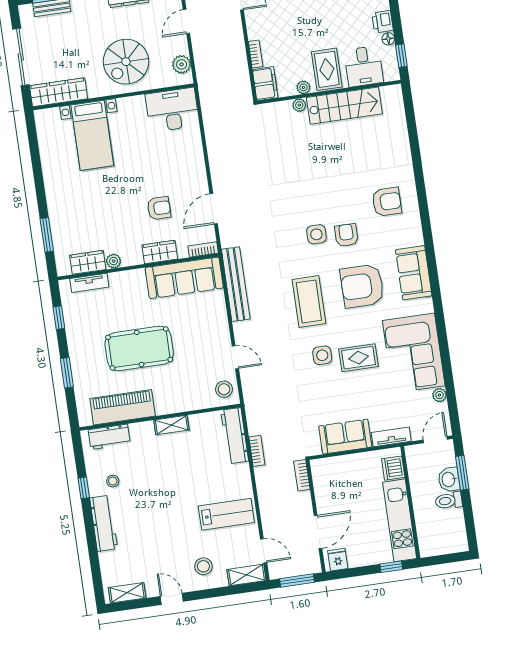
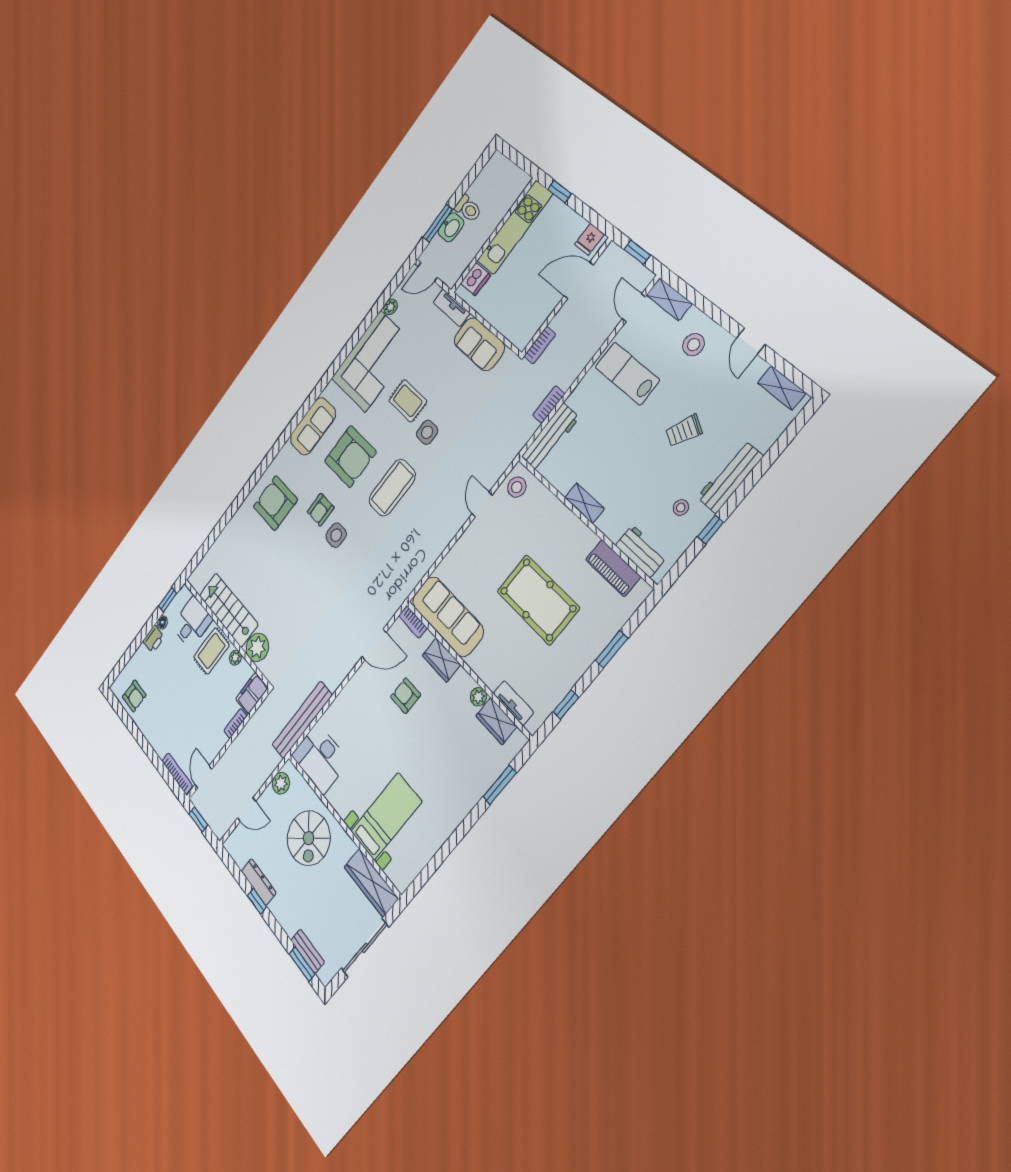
spiral stairs: (126, 62) -> (309, 838), turned 90
plant: (299, 105) -> (257, 647), width x1.87, depth x1.87
armchair: (387, 202) -> (275, 503), width x1.36, depth x1.36
bench: (236, 284) -> (302, 720), moved
piano: (123, 407) -> (613, 568), width x0.73, depth x0.75
trolley: (157, 519) -> (684, 431), added
window: (297, 581) -> (637, 252), width x0.67

